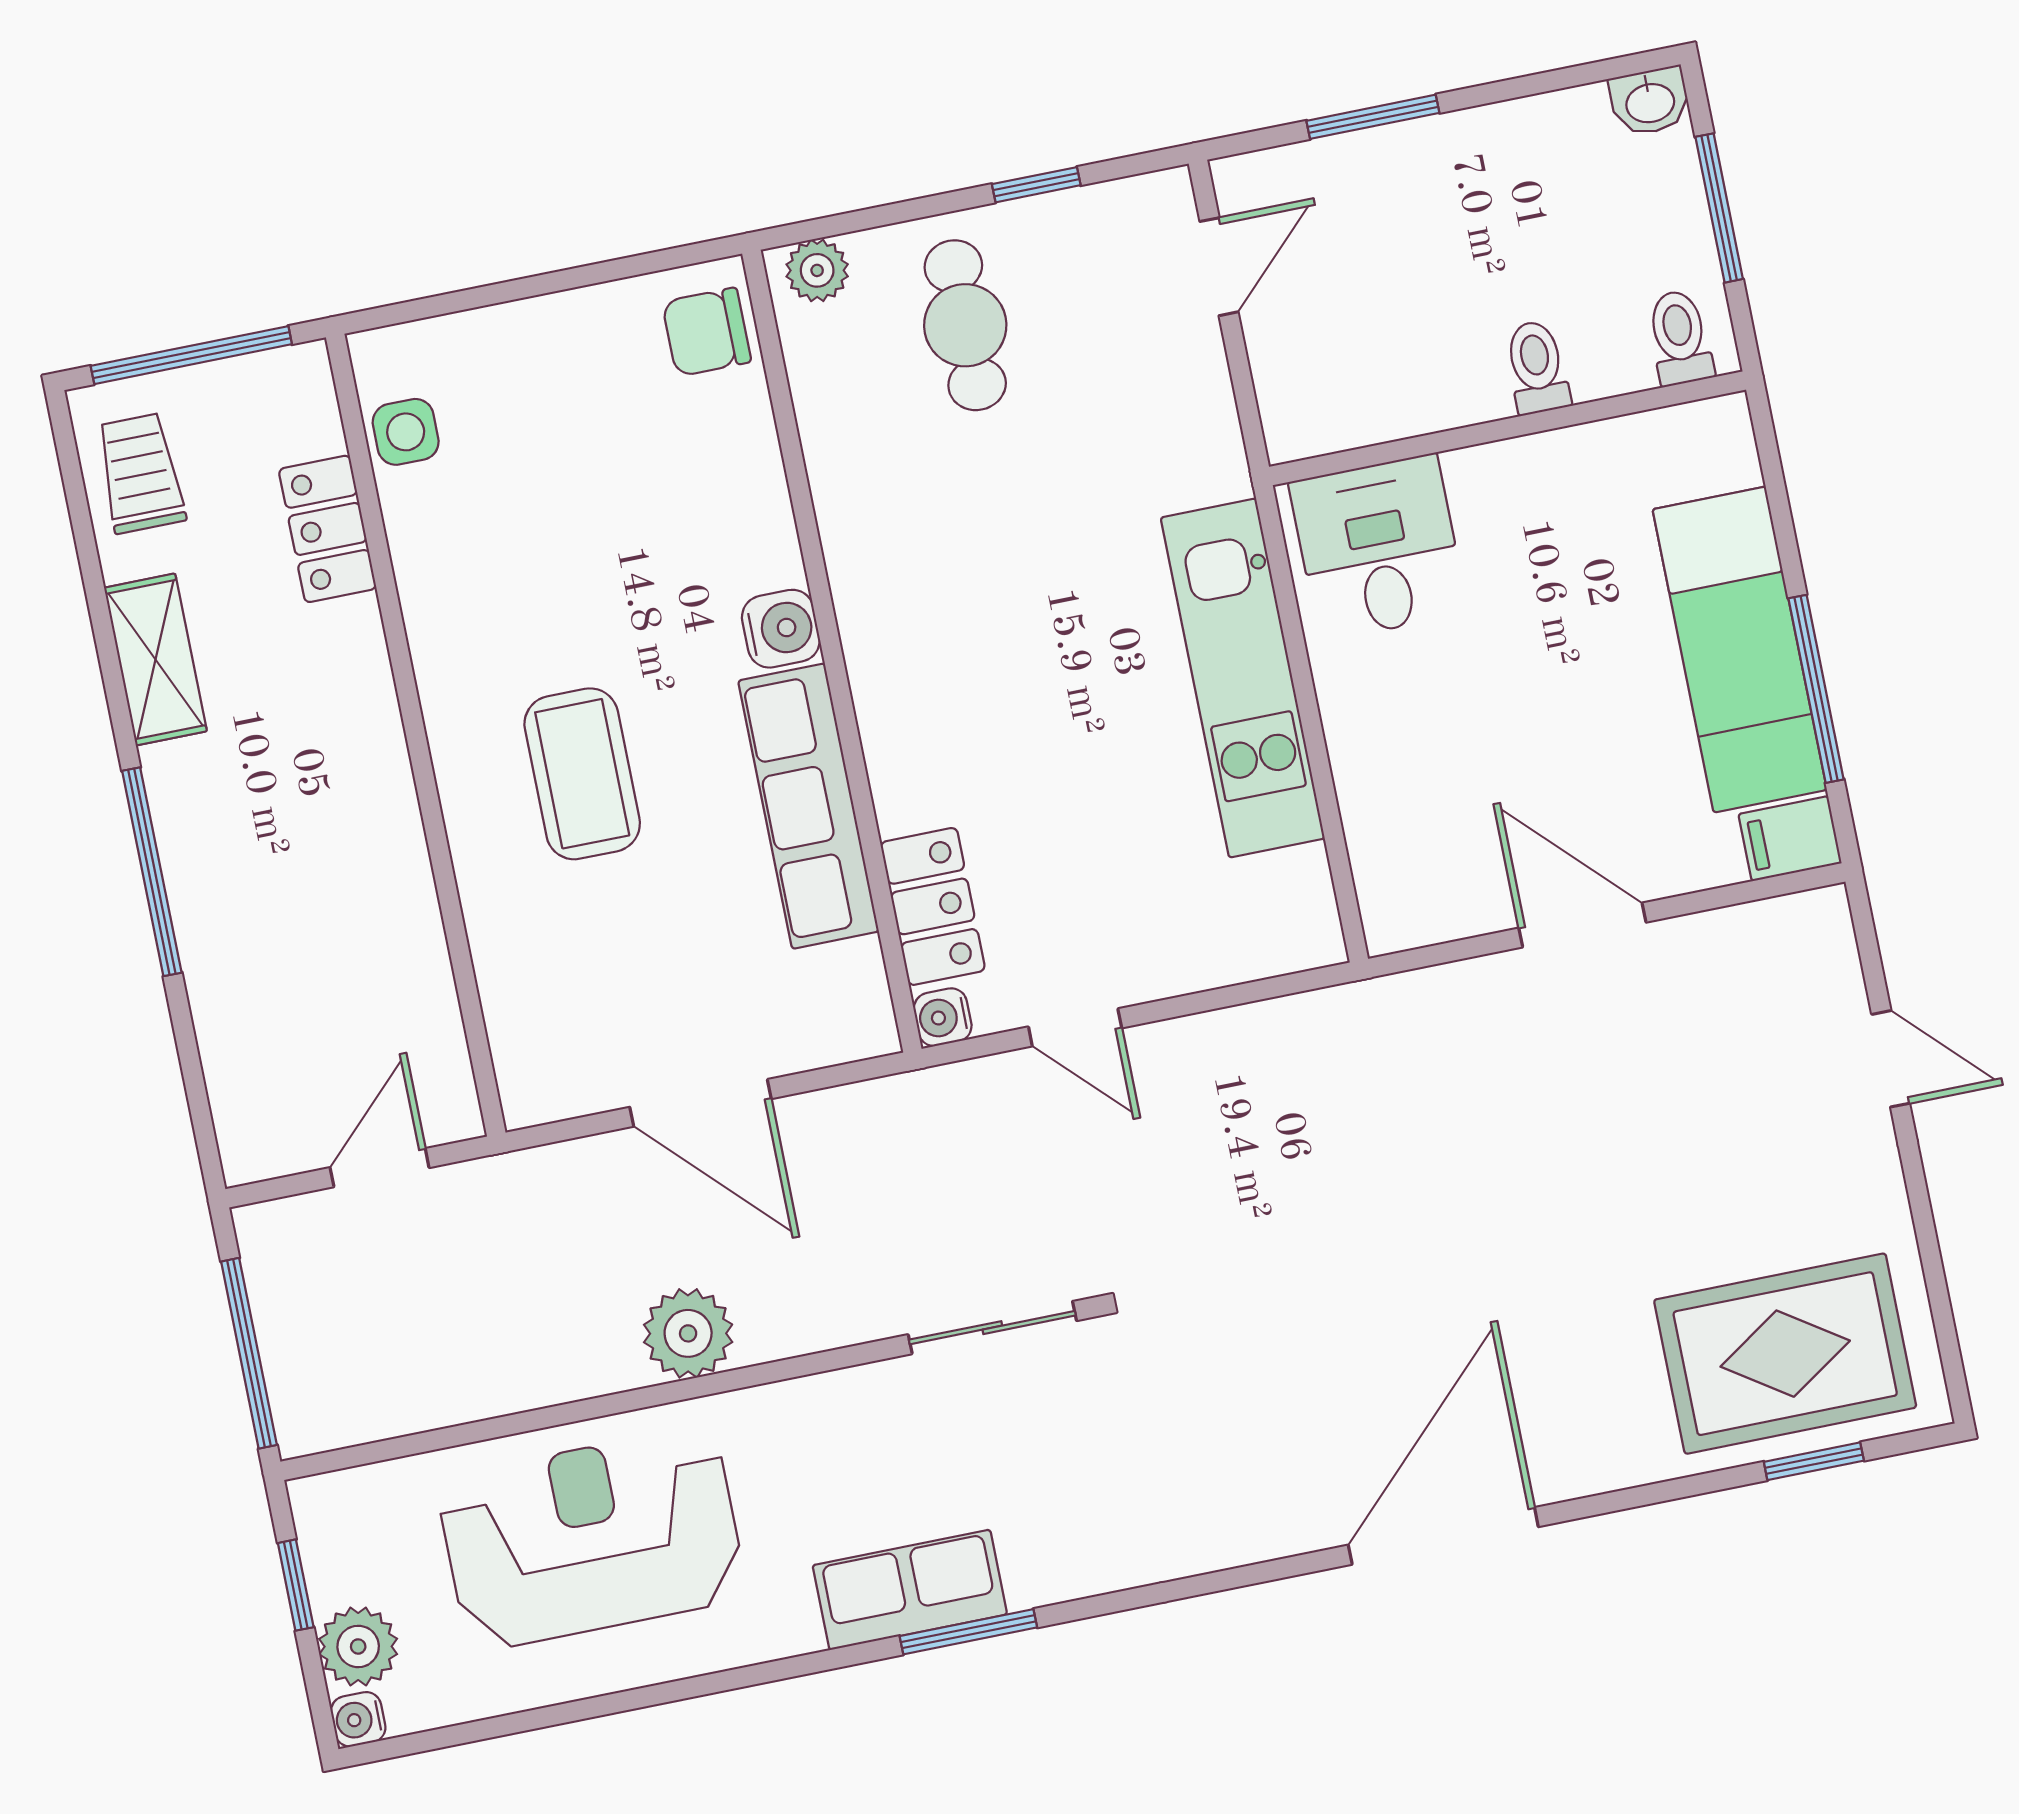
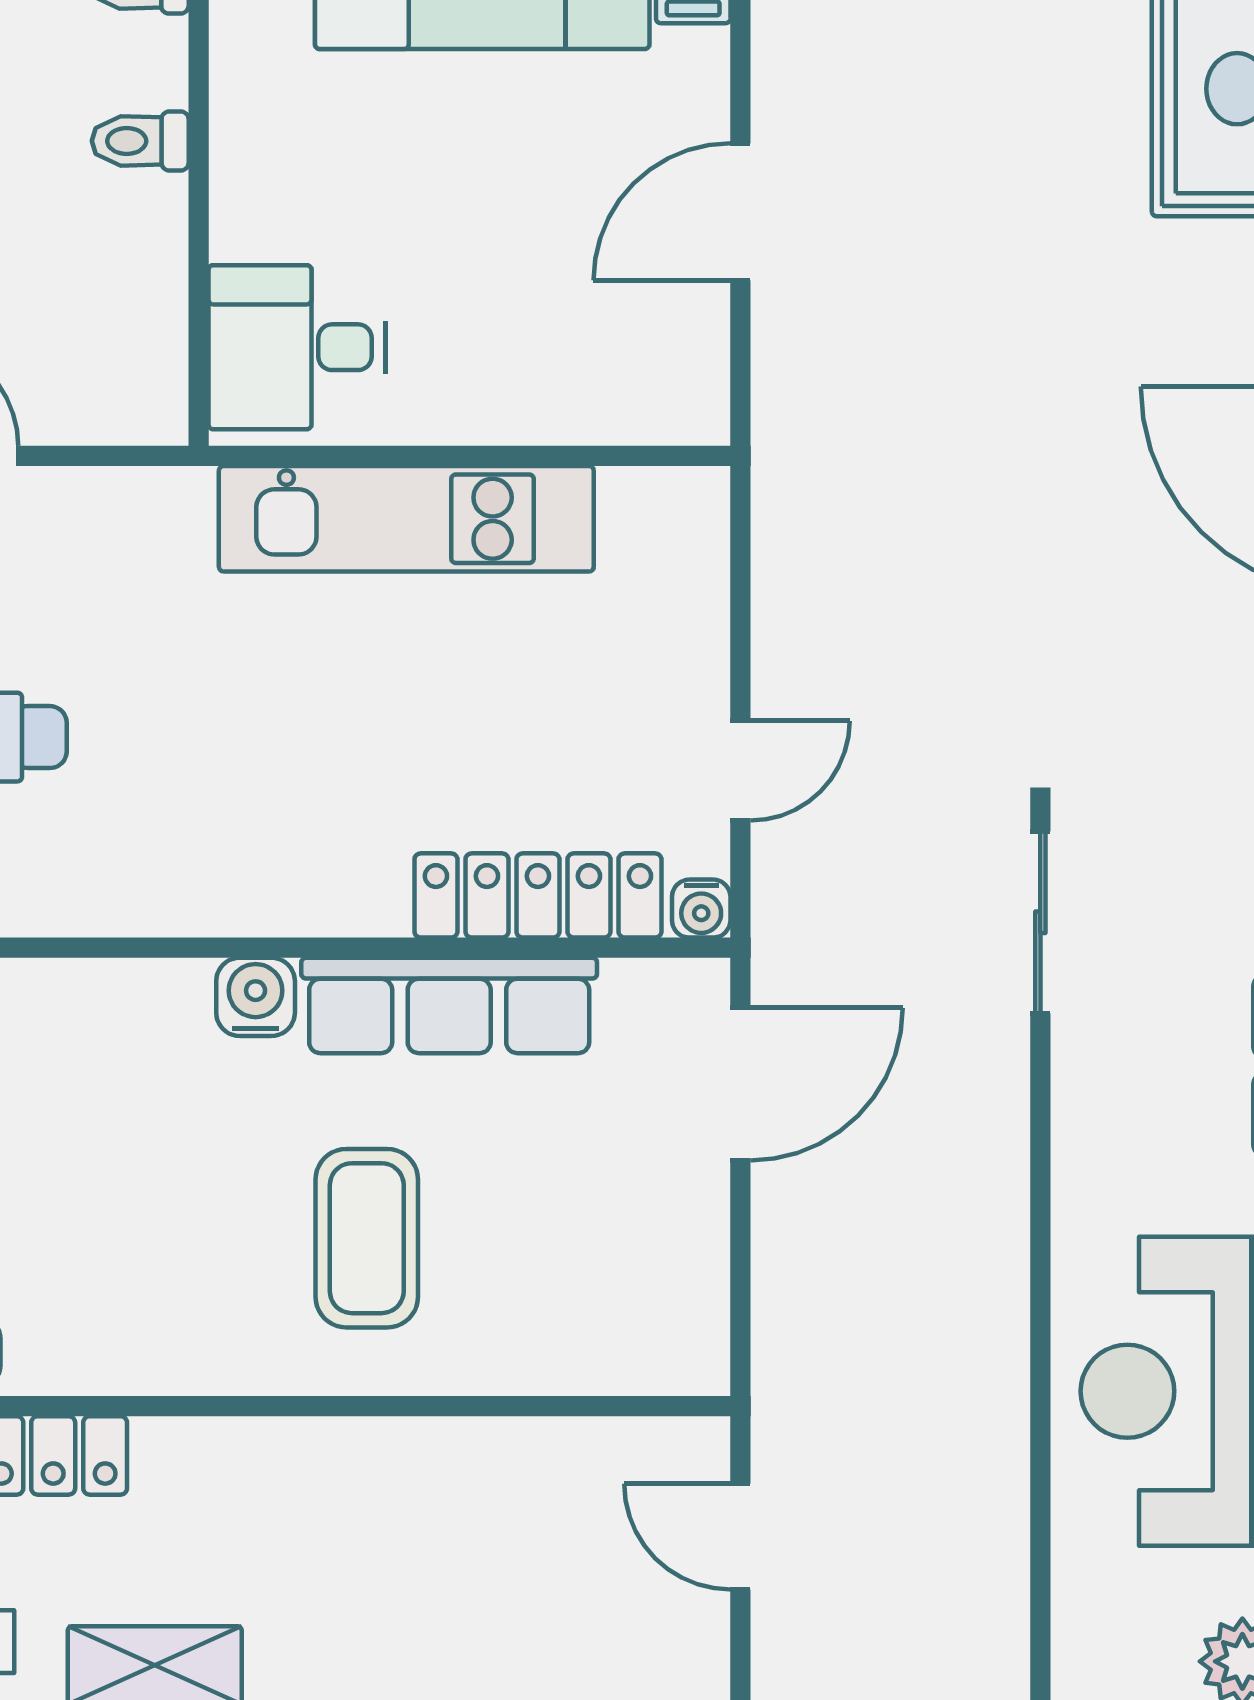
coffee table: (582, 774) -> (367, 1238), turned 90
locker: (933, 906) -> (538, 895), width x1.53
door: (701, 1103) -> (740, 1084), moved
plant: (688, 1333) -> (982, 1245), removed

